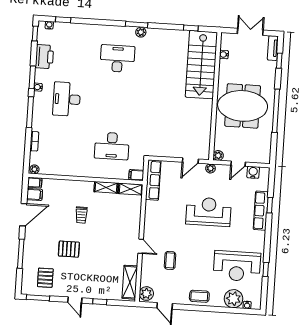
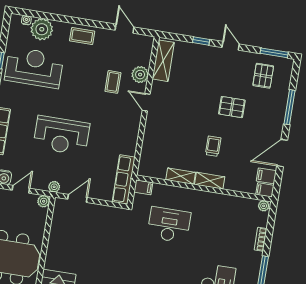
shelving: (131, 189) -> (210, 181), moved
plant: (146, 294) -> (140, 75), moved

